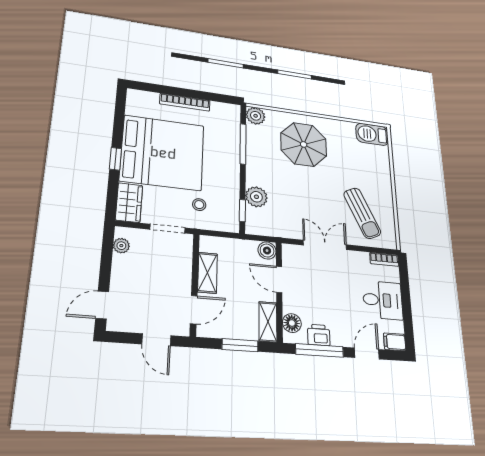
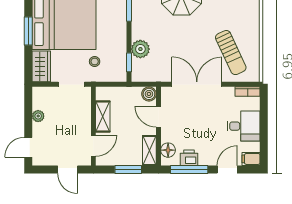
window: (115, 159) -> (28, 31), width x1.50
double door: (325, 245) -> (197, 84), width x1.37
plant: (121, 246) -> (38, 116), moved

